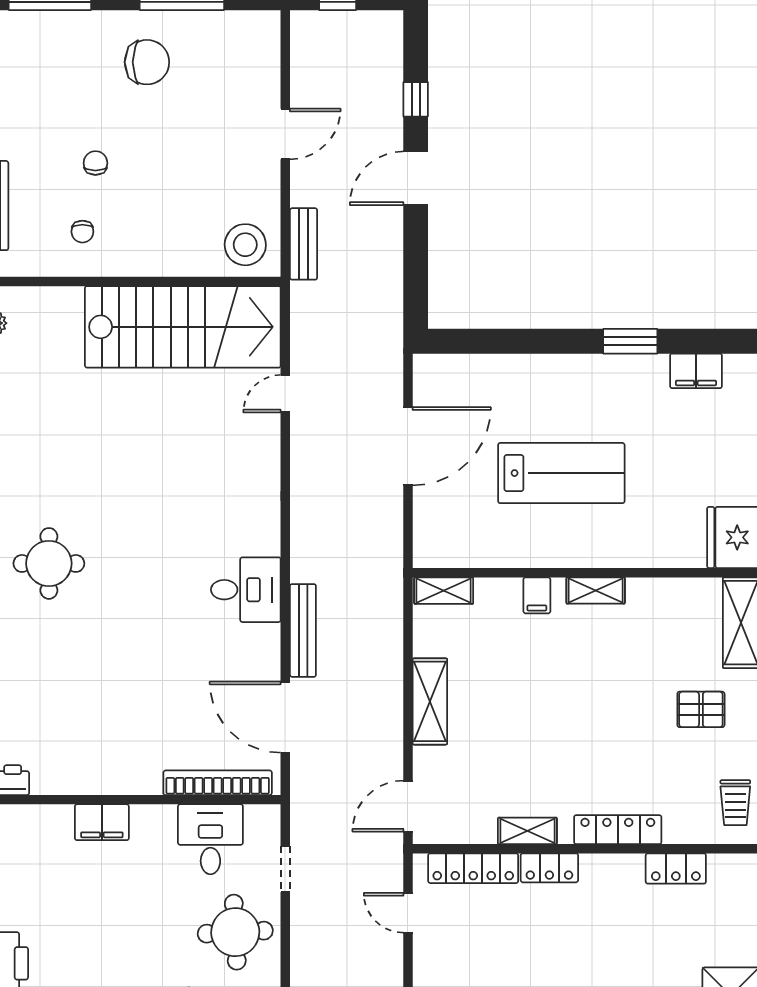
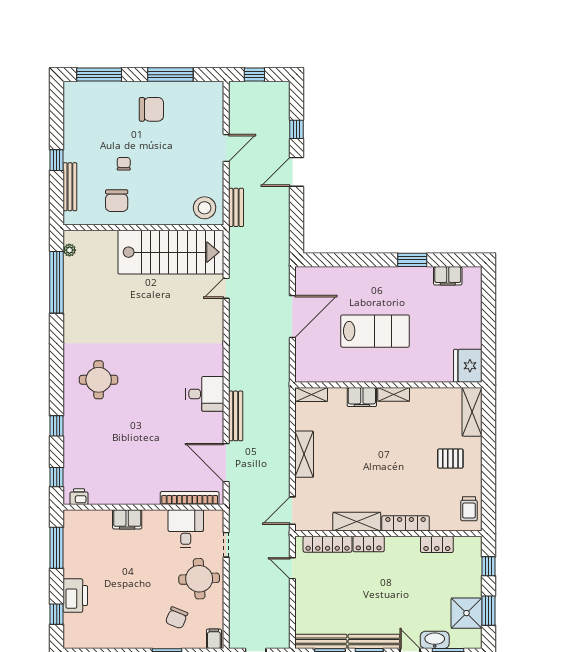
chair: (82, 232) -> (117, 201), width x1.87, depth x1.87
filing cabinet: (537, 595) -> (362, 397), width x2.00
shelving: (527, 831) -> (357, 522), width x1.50, depth x1.33

